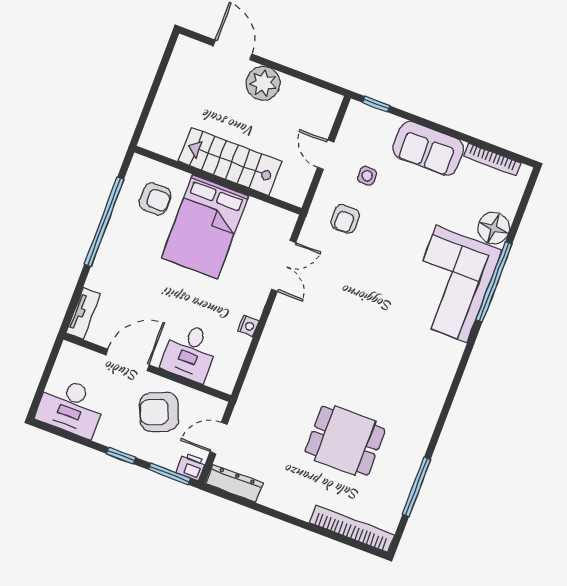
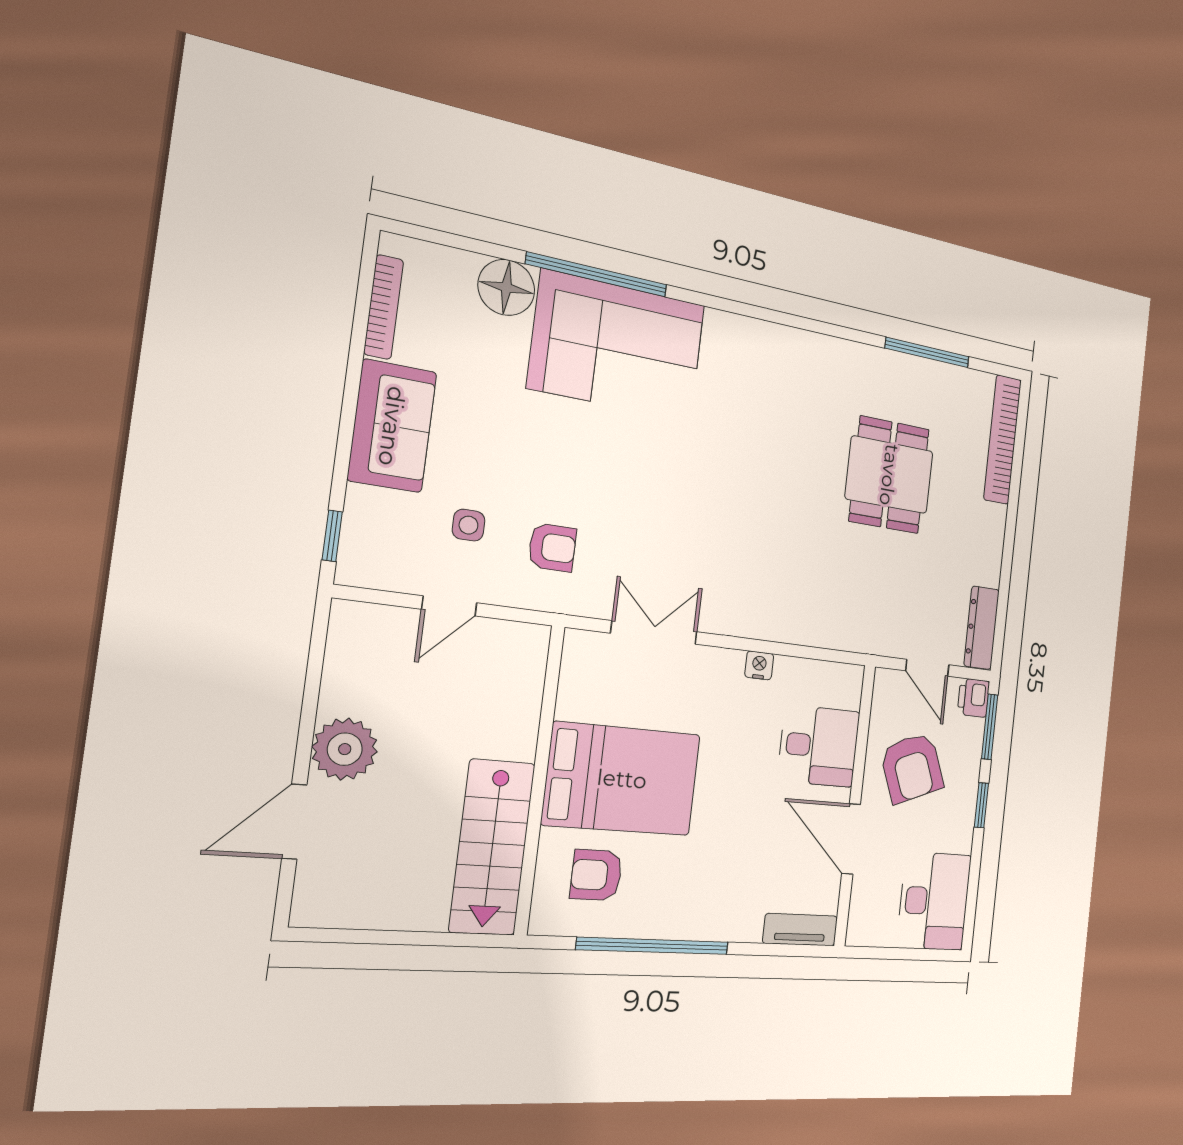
stairs: (230, 161) -> (492, 847), moved
armchair: (155, 199) -> (596, 875), turned -90

